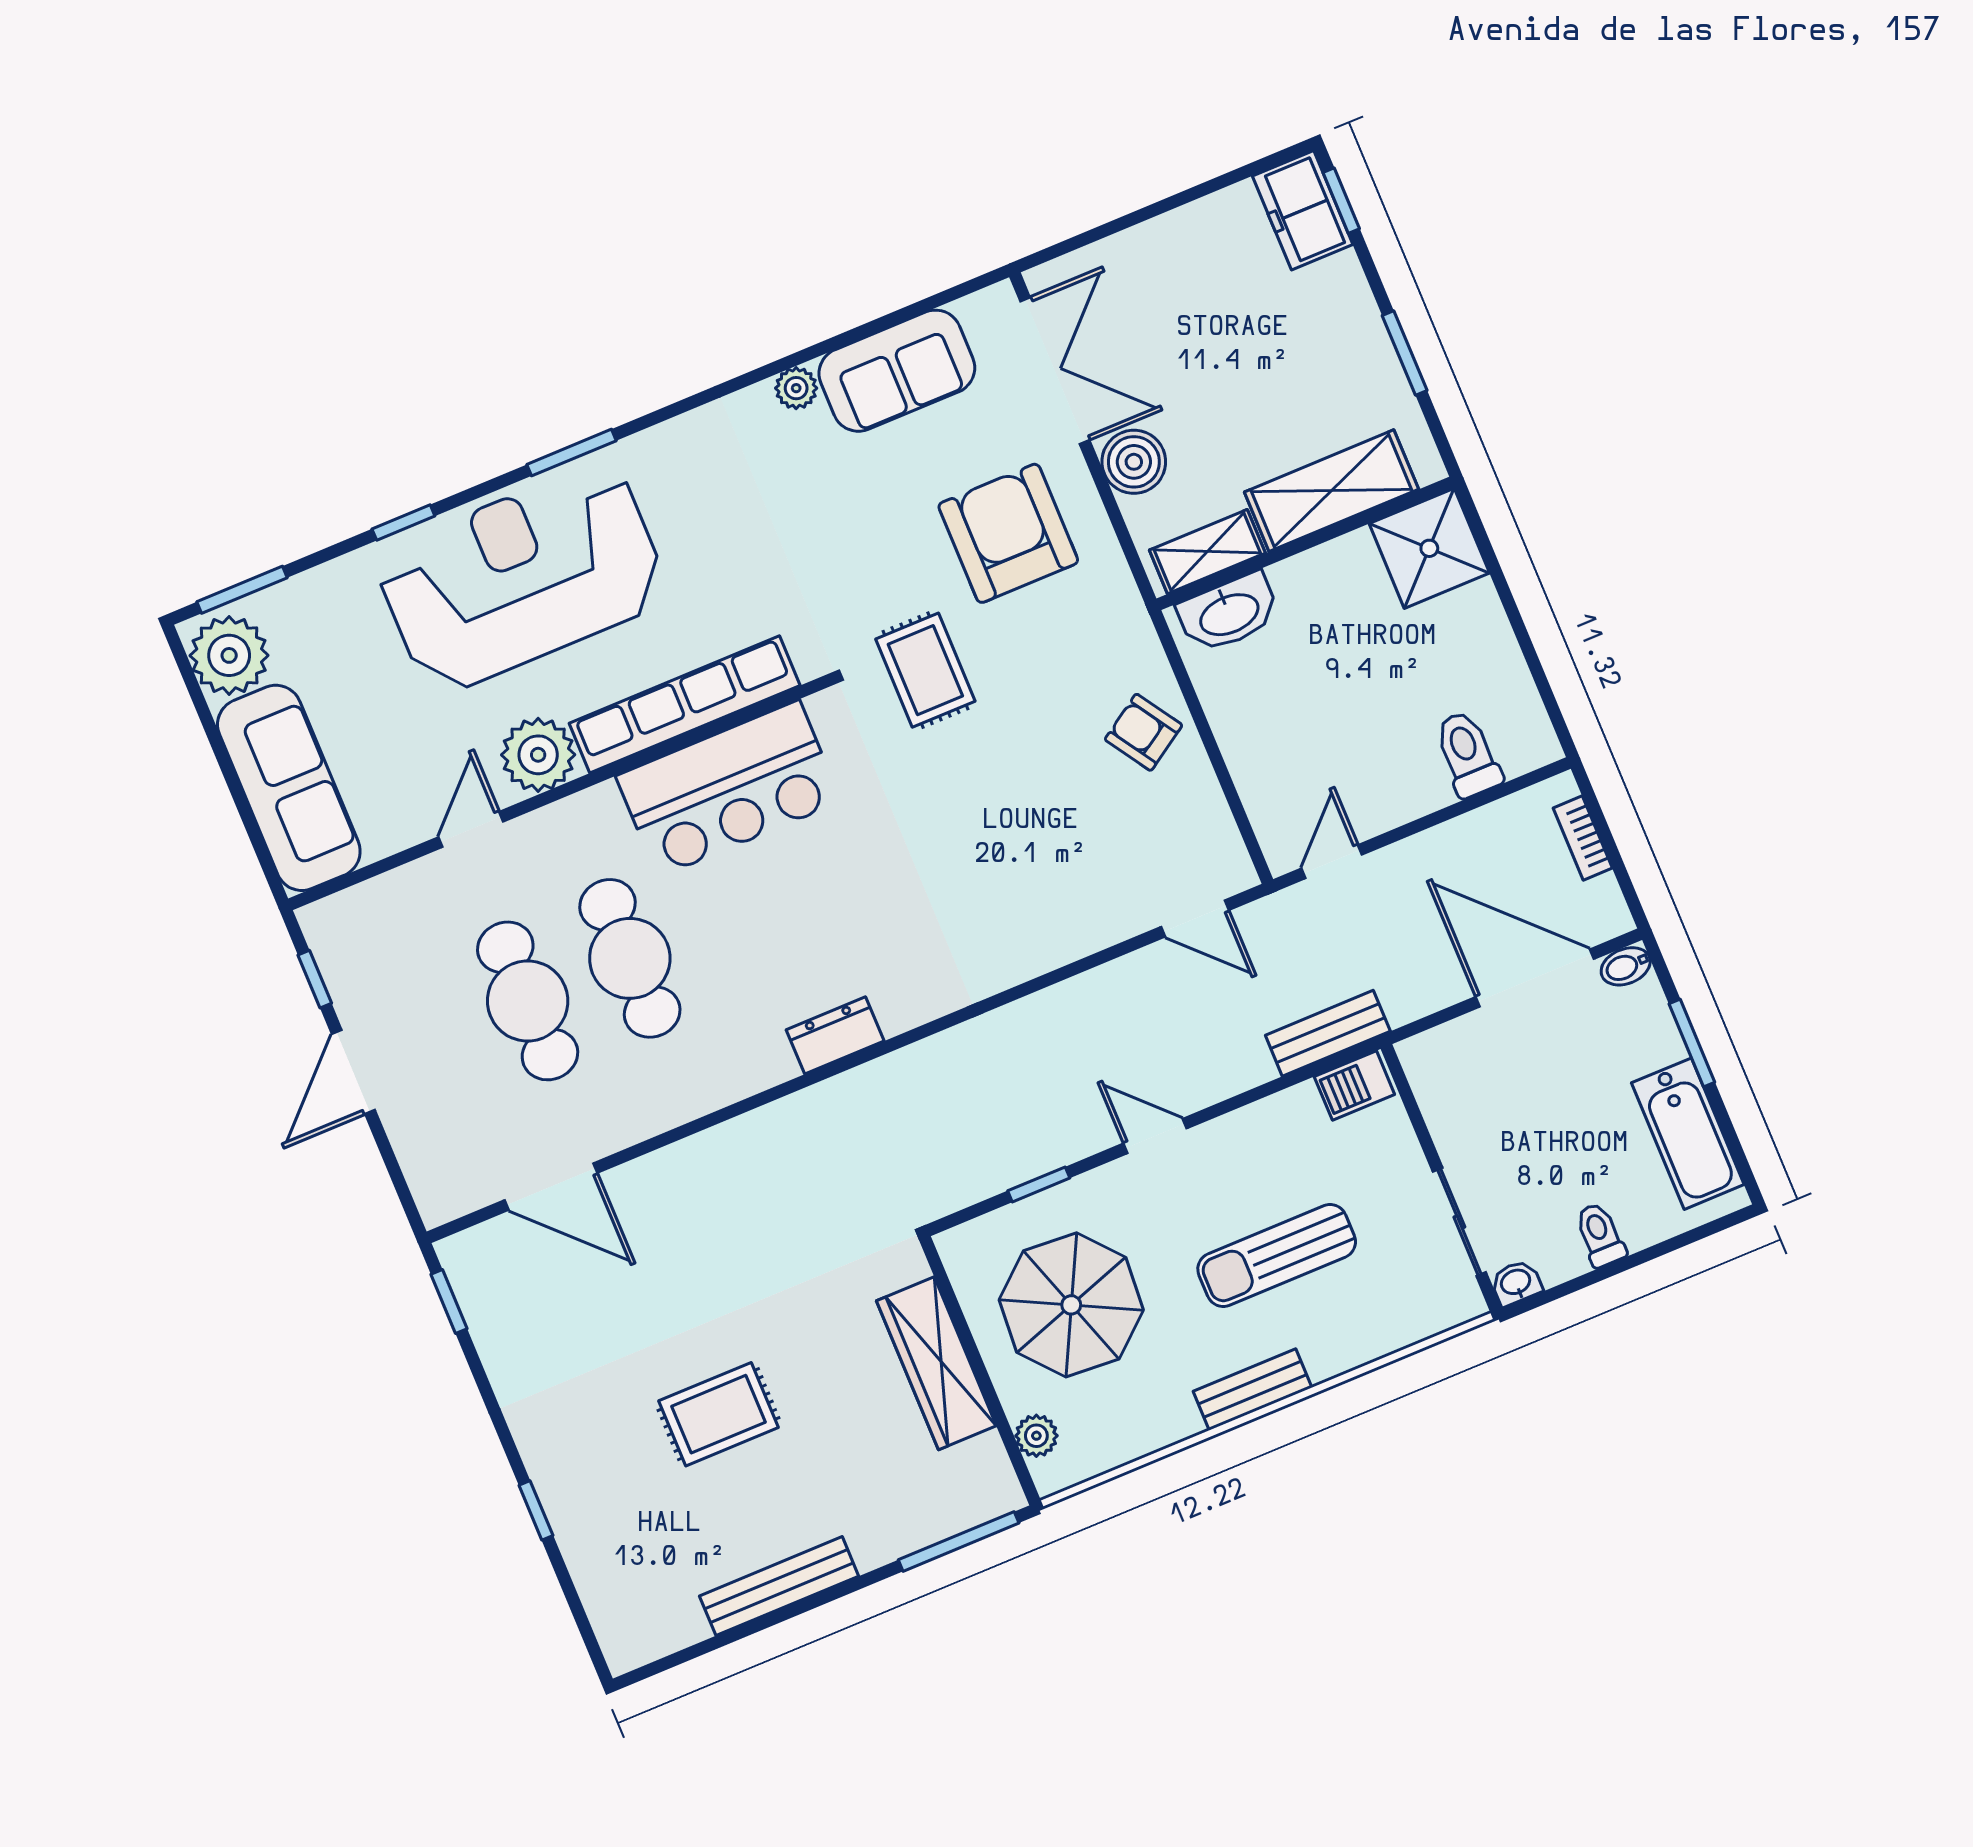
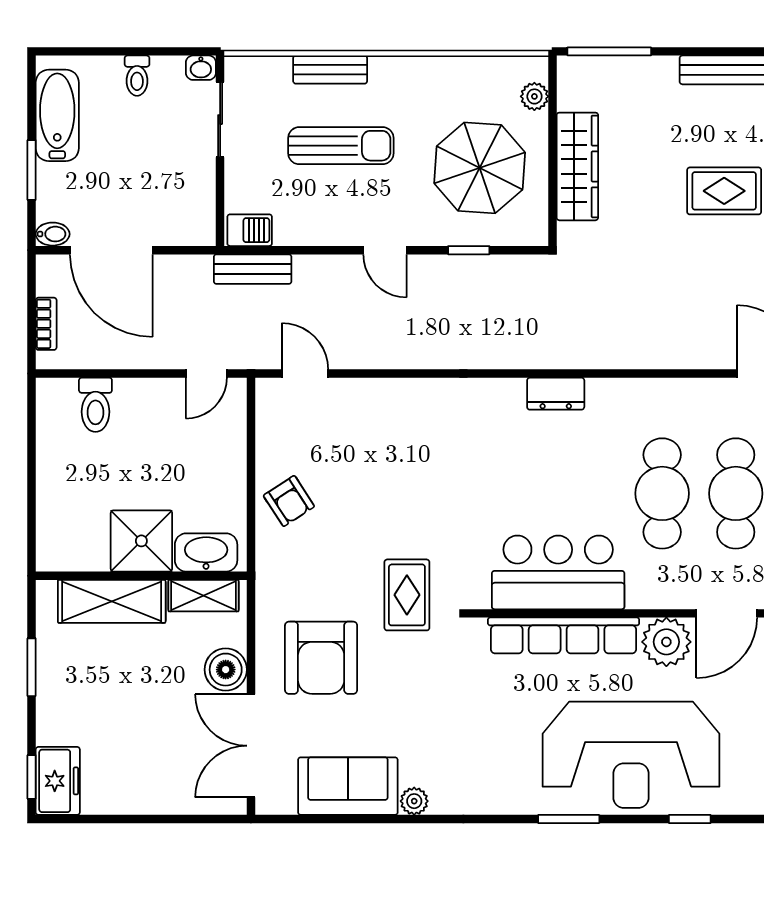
shower: (1429, 548) -> (141, 541), moved
door: (471, 829) -> (727, 613), width x1.38
bench: (1252, 1389) -> (330, 70), moved

